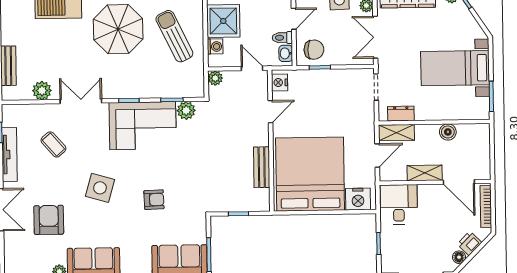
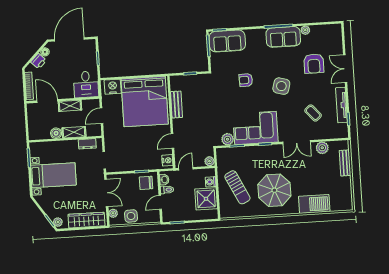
door: (252, 68) -> (186, 169), swing flipped
shelving: (396, 133) -> (74, 132), moved

